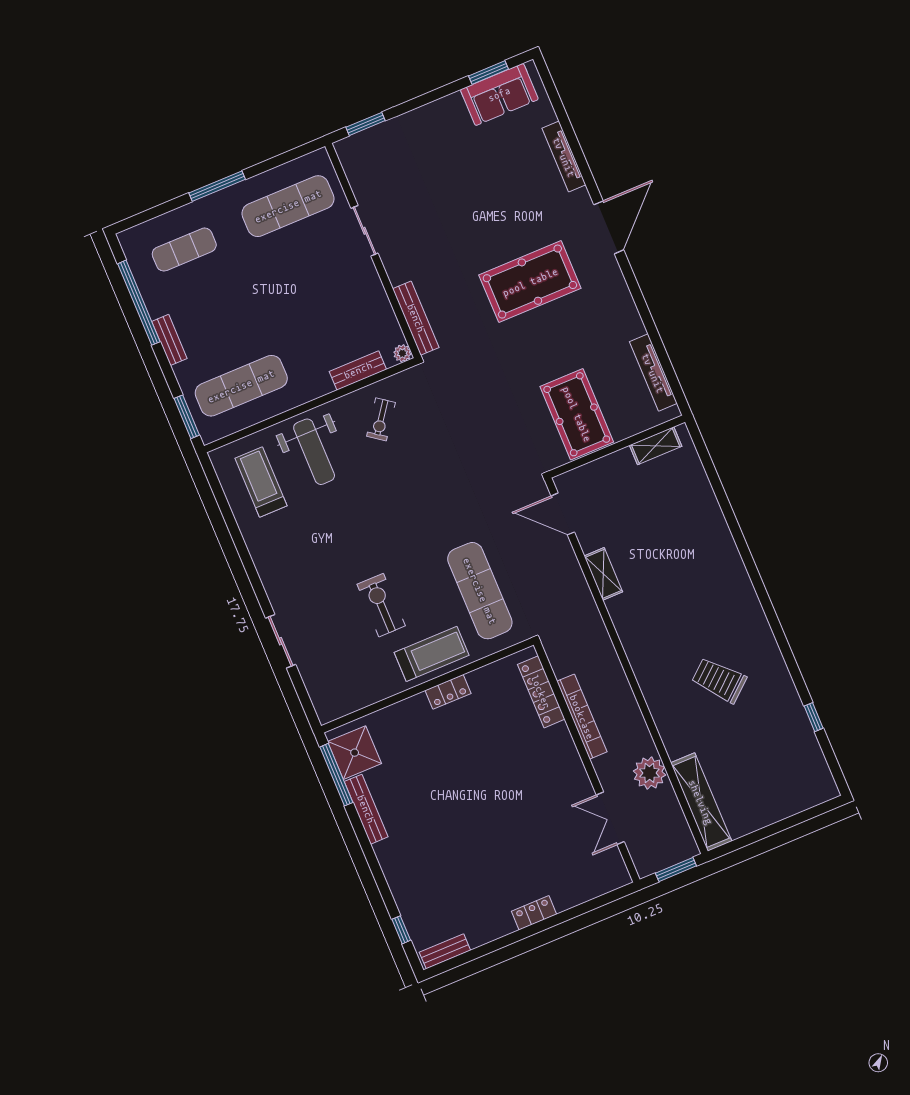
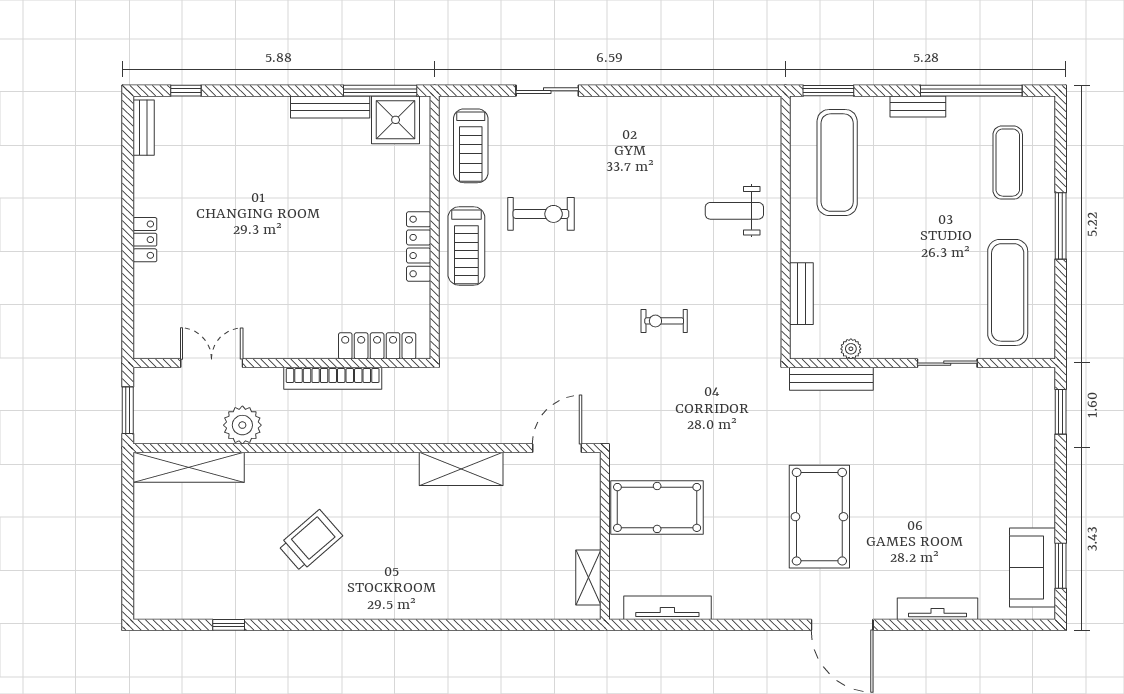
plant: (402, 353) -> (851, 349), moved
exercise bike: (381, 419) -> (664, 321), moved, turned -36
weight bench: (314, 452) -> (734, 211), width x0.73, depth x0.75
treadmill: (261, 482) -> (471, 146), moved, turned 90
shelving: (603, 574) -> (461, 469), width x1.50, depth x1.33
exercise mat: (480, 591) -> (512, 326), removed
locker: (448, 692) -> (419, 246), width x1.53

